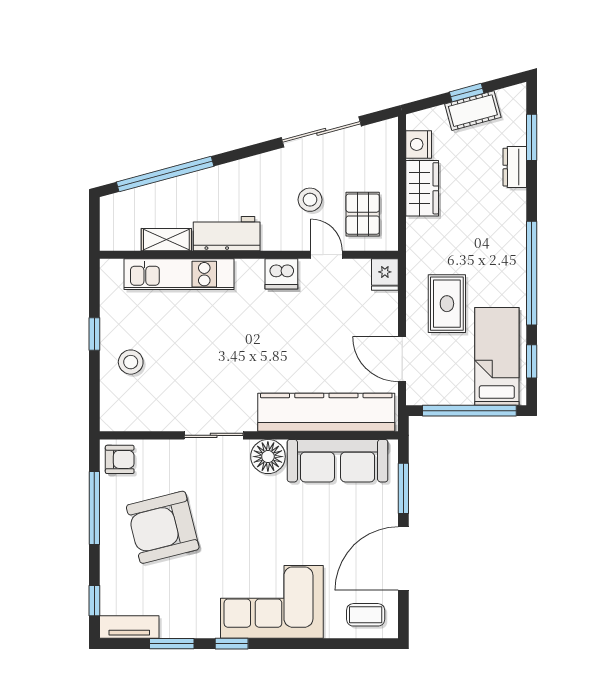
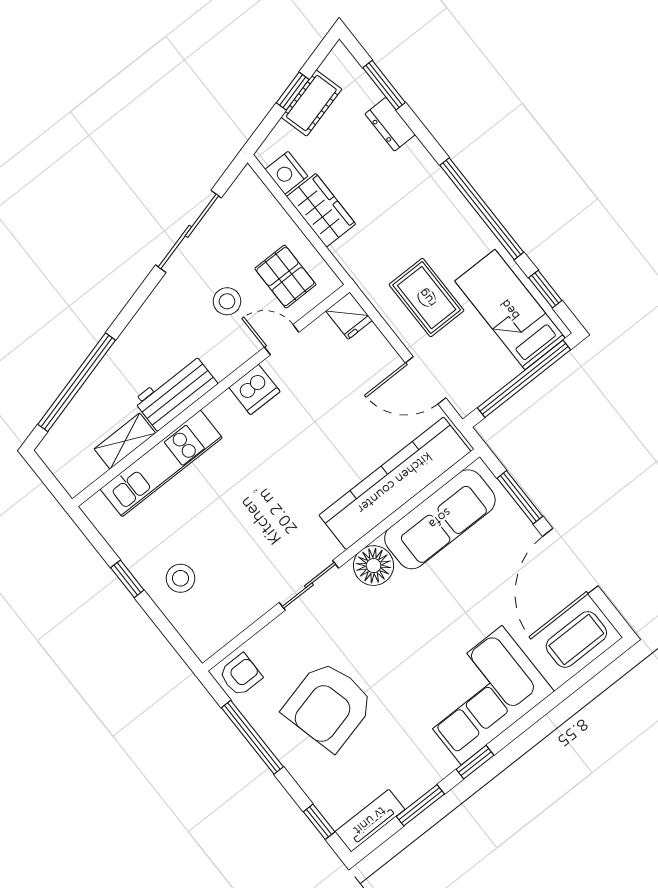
coffee table: (366, 615) -> (576, 639), width x1.36, depth x1.30

